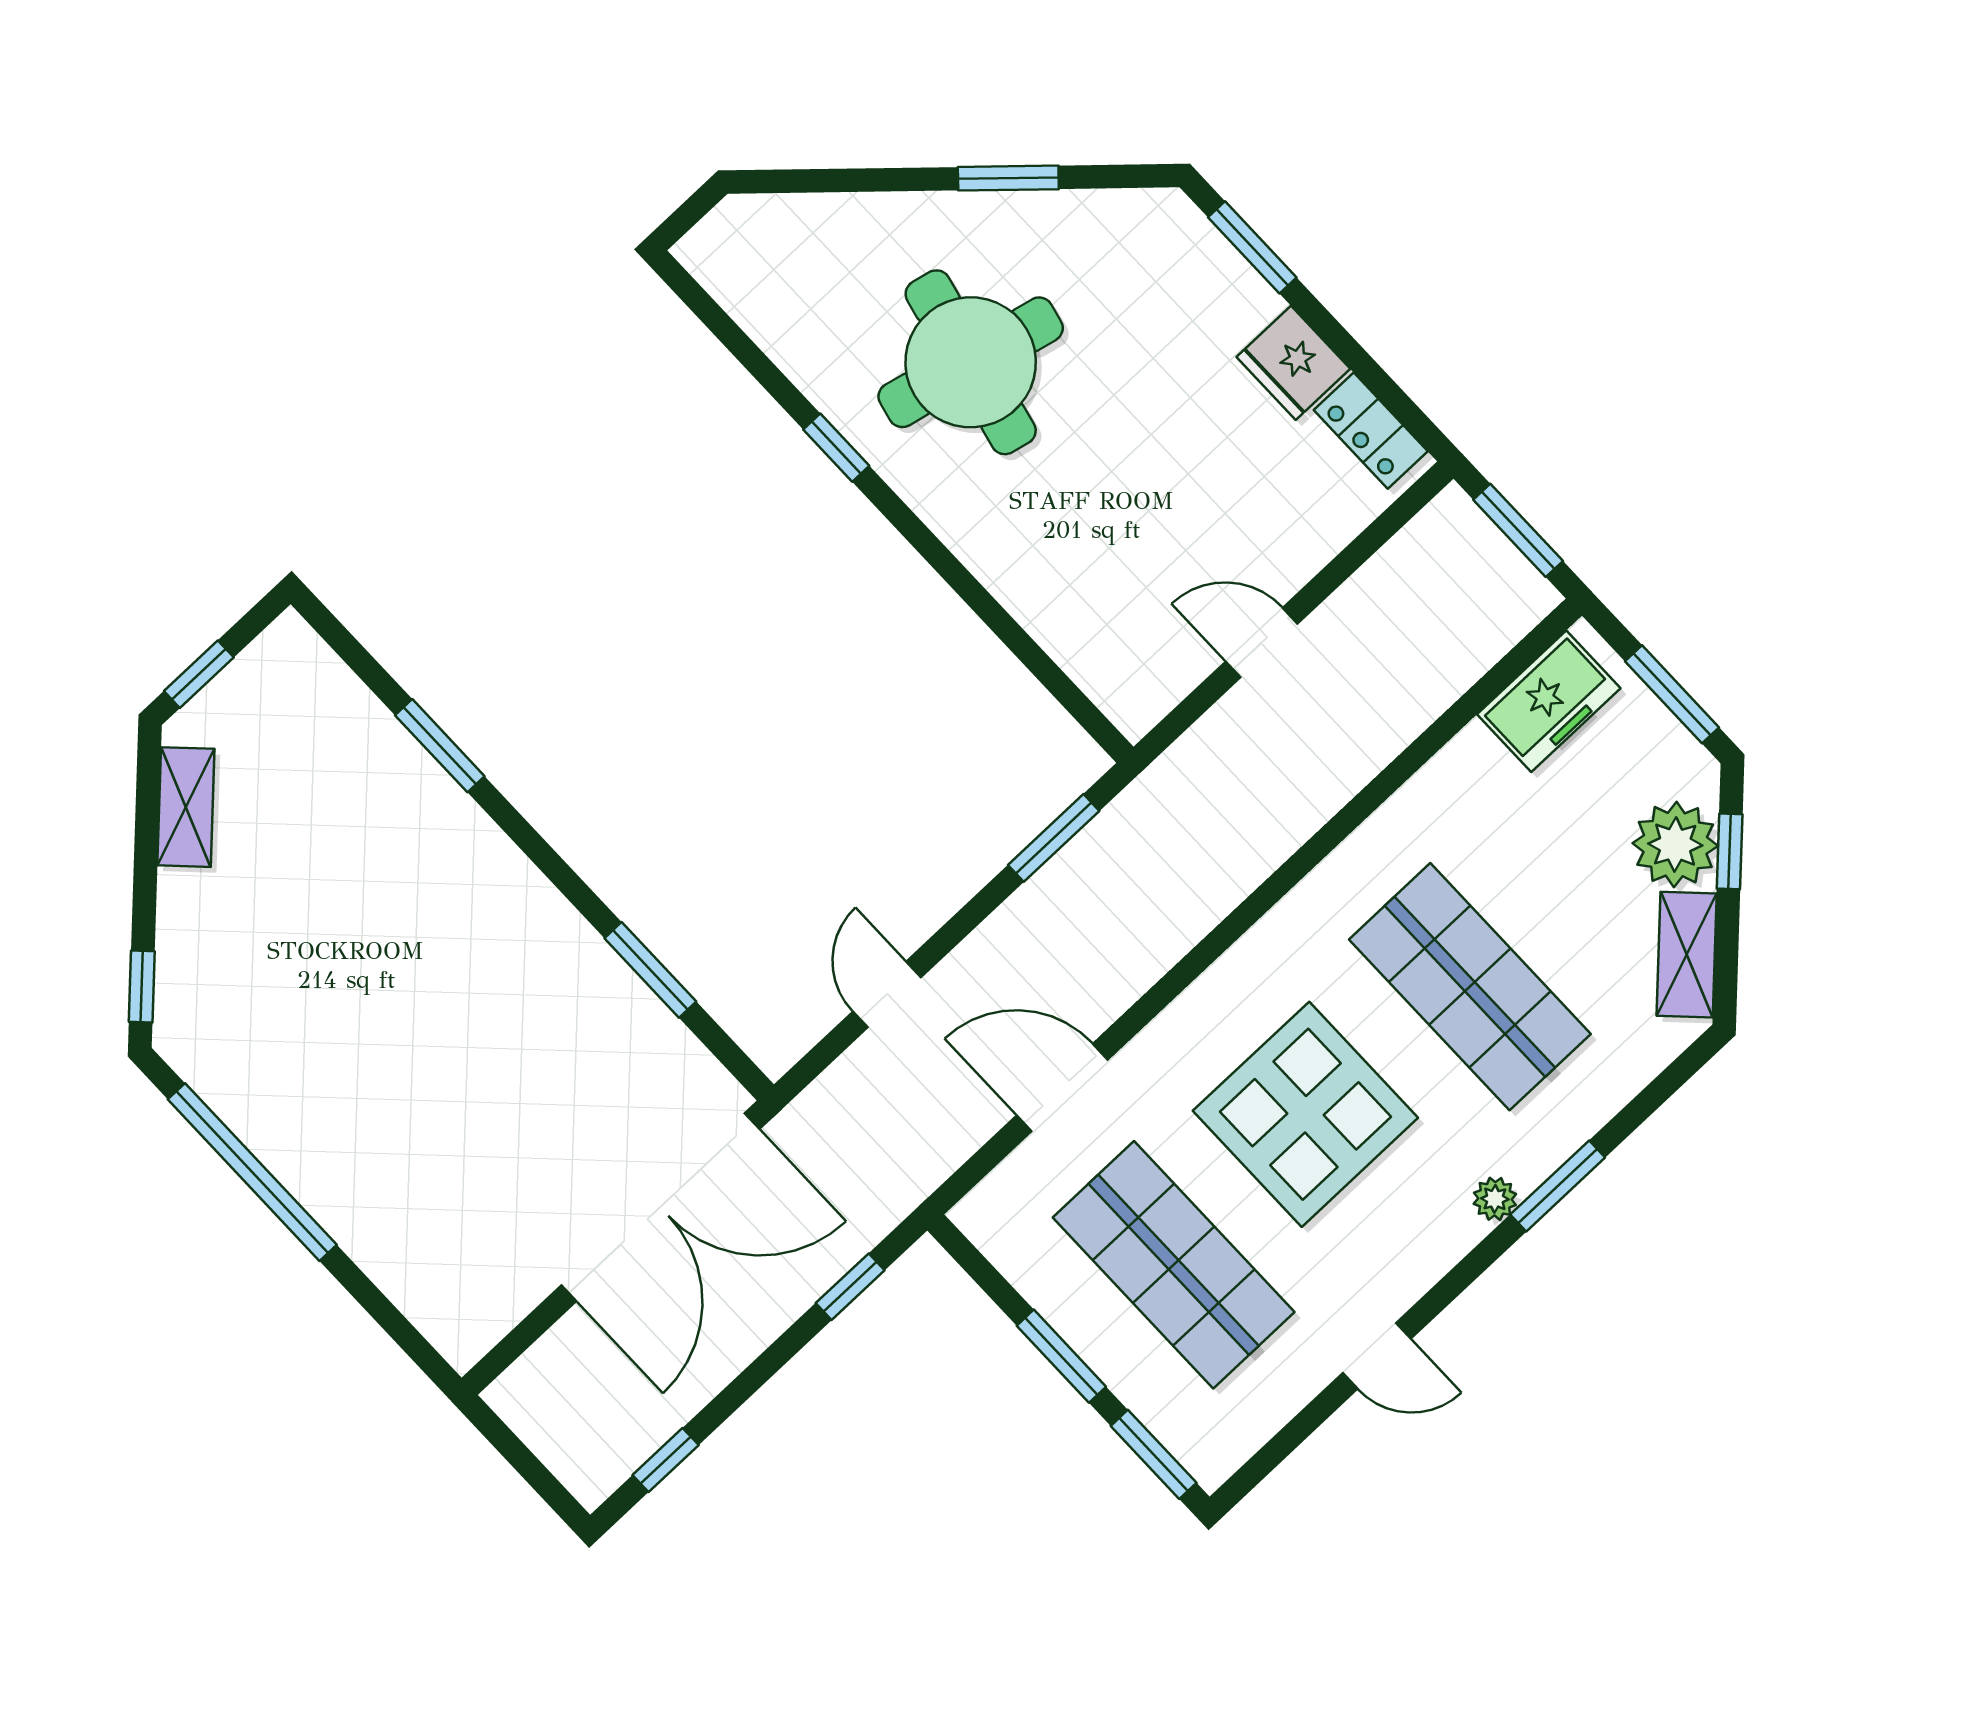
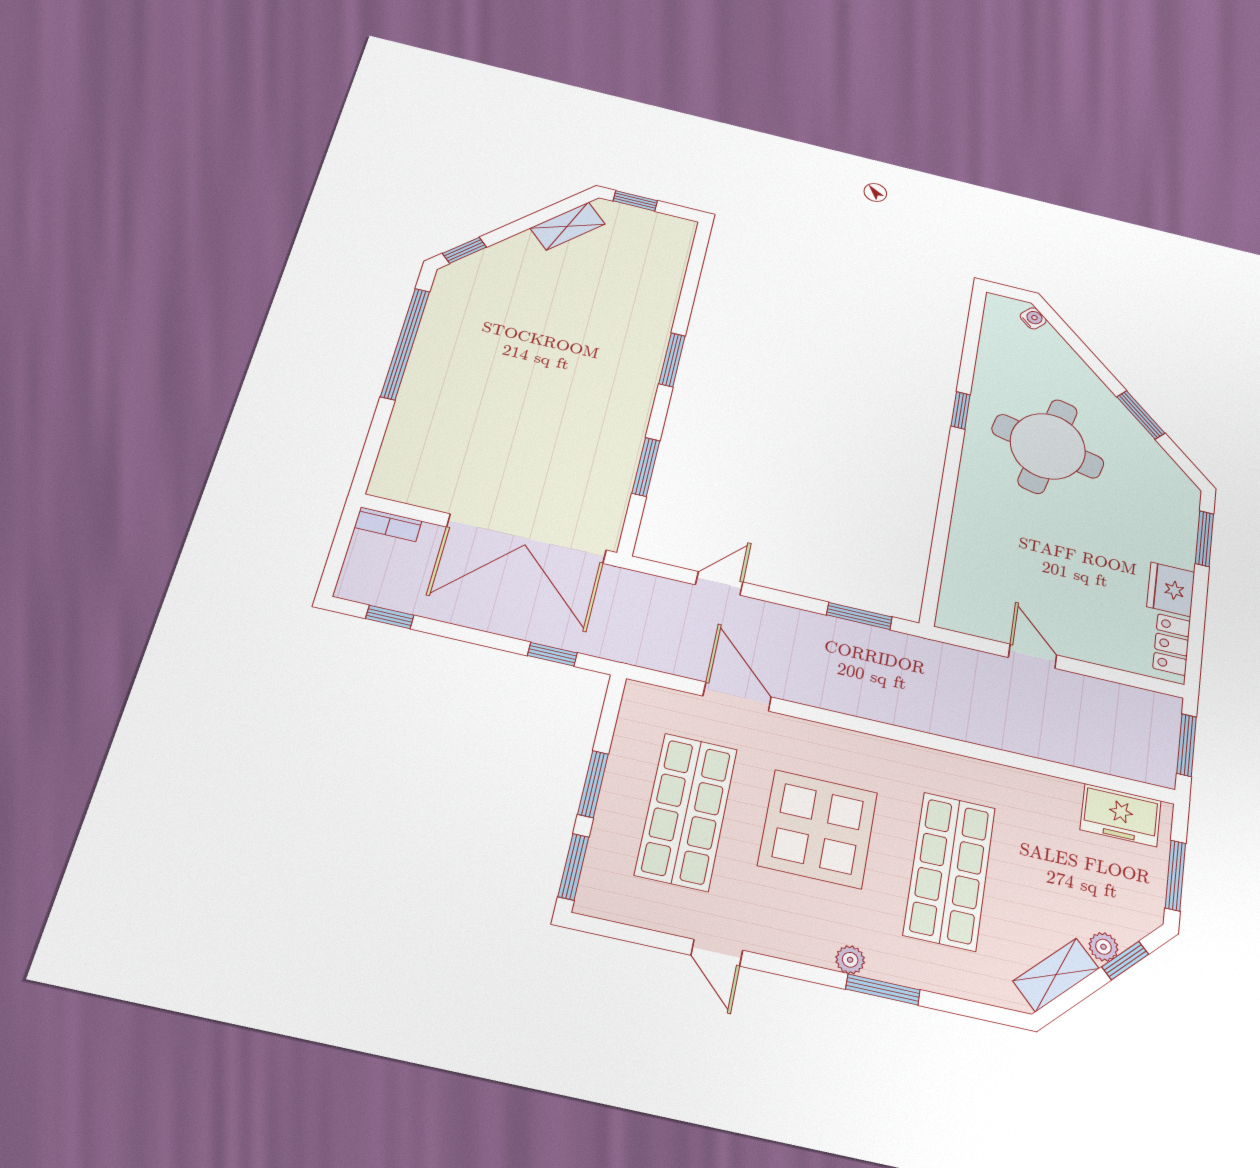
water cooler: (755, 213) -> (1033, 318), added
window: (440, 746) -> (672, 360), moved
plant: (1675, 845) -> (1103, 947), width x0.53, depth x0.53
bookcase: (526, 1376) -> (388, 524), added

